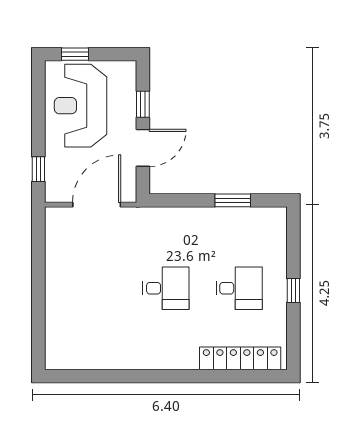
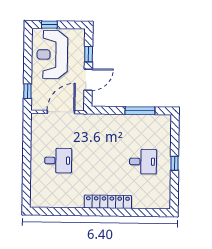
window: (233, 200) -> (140, 111), width x1.44
desk: (166, 288) -> (58, 161), moved
locker: (240, 358) -> (108, 202), moved

